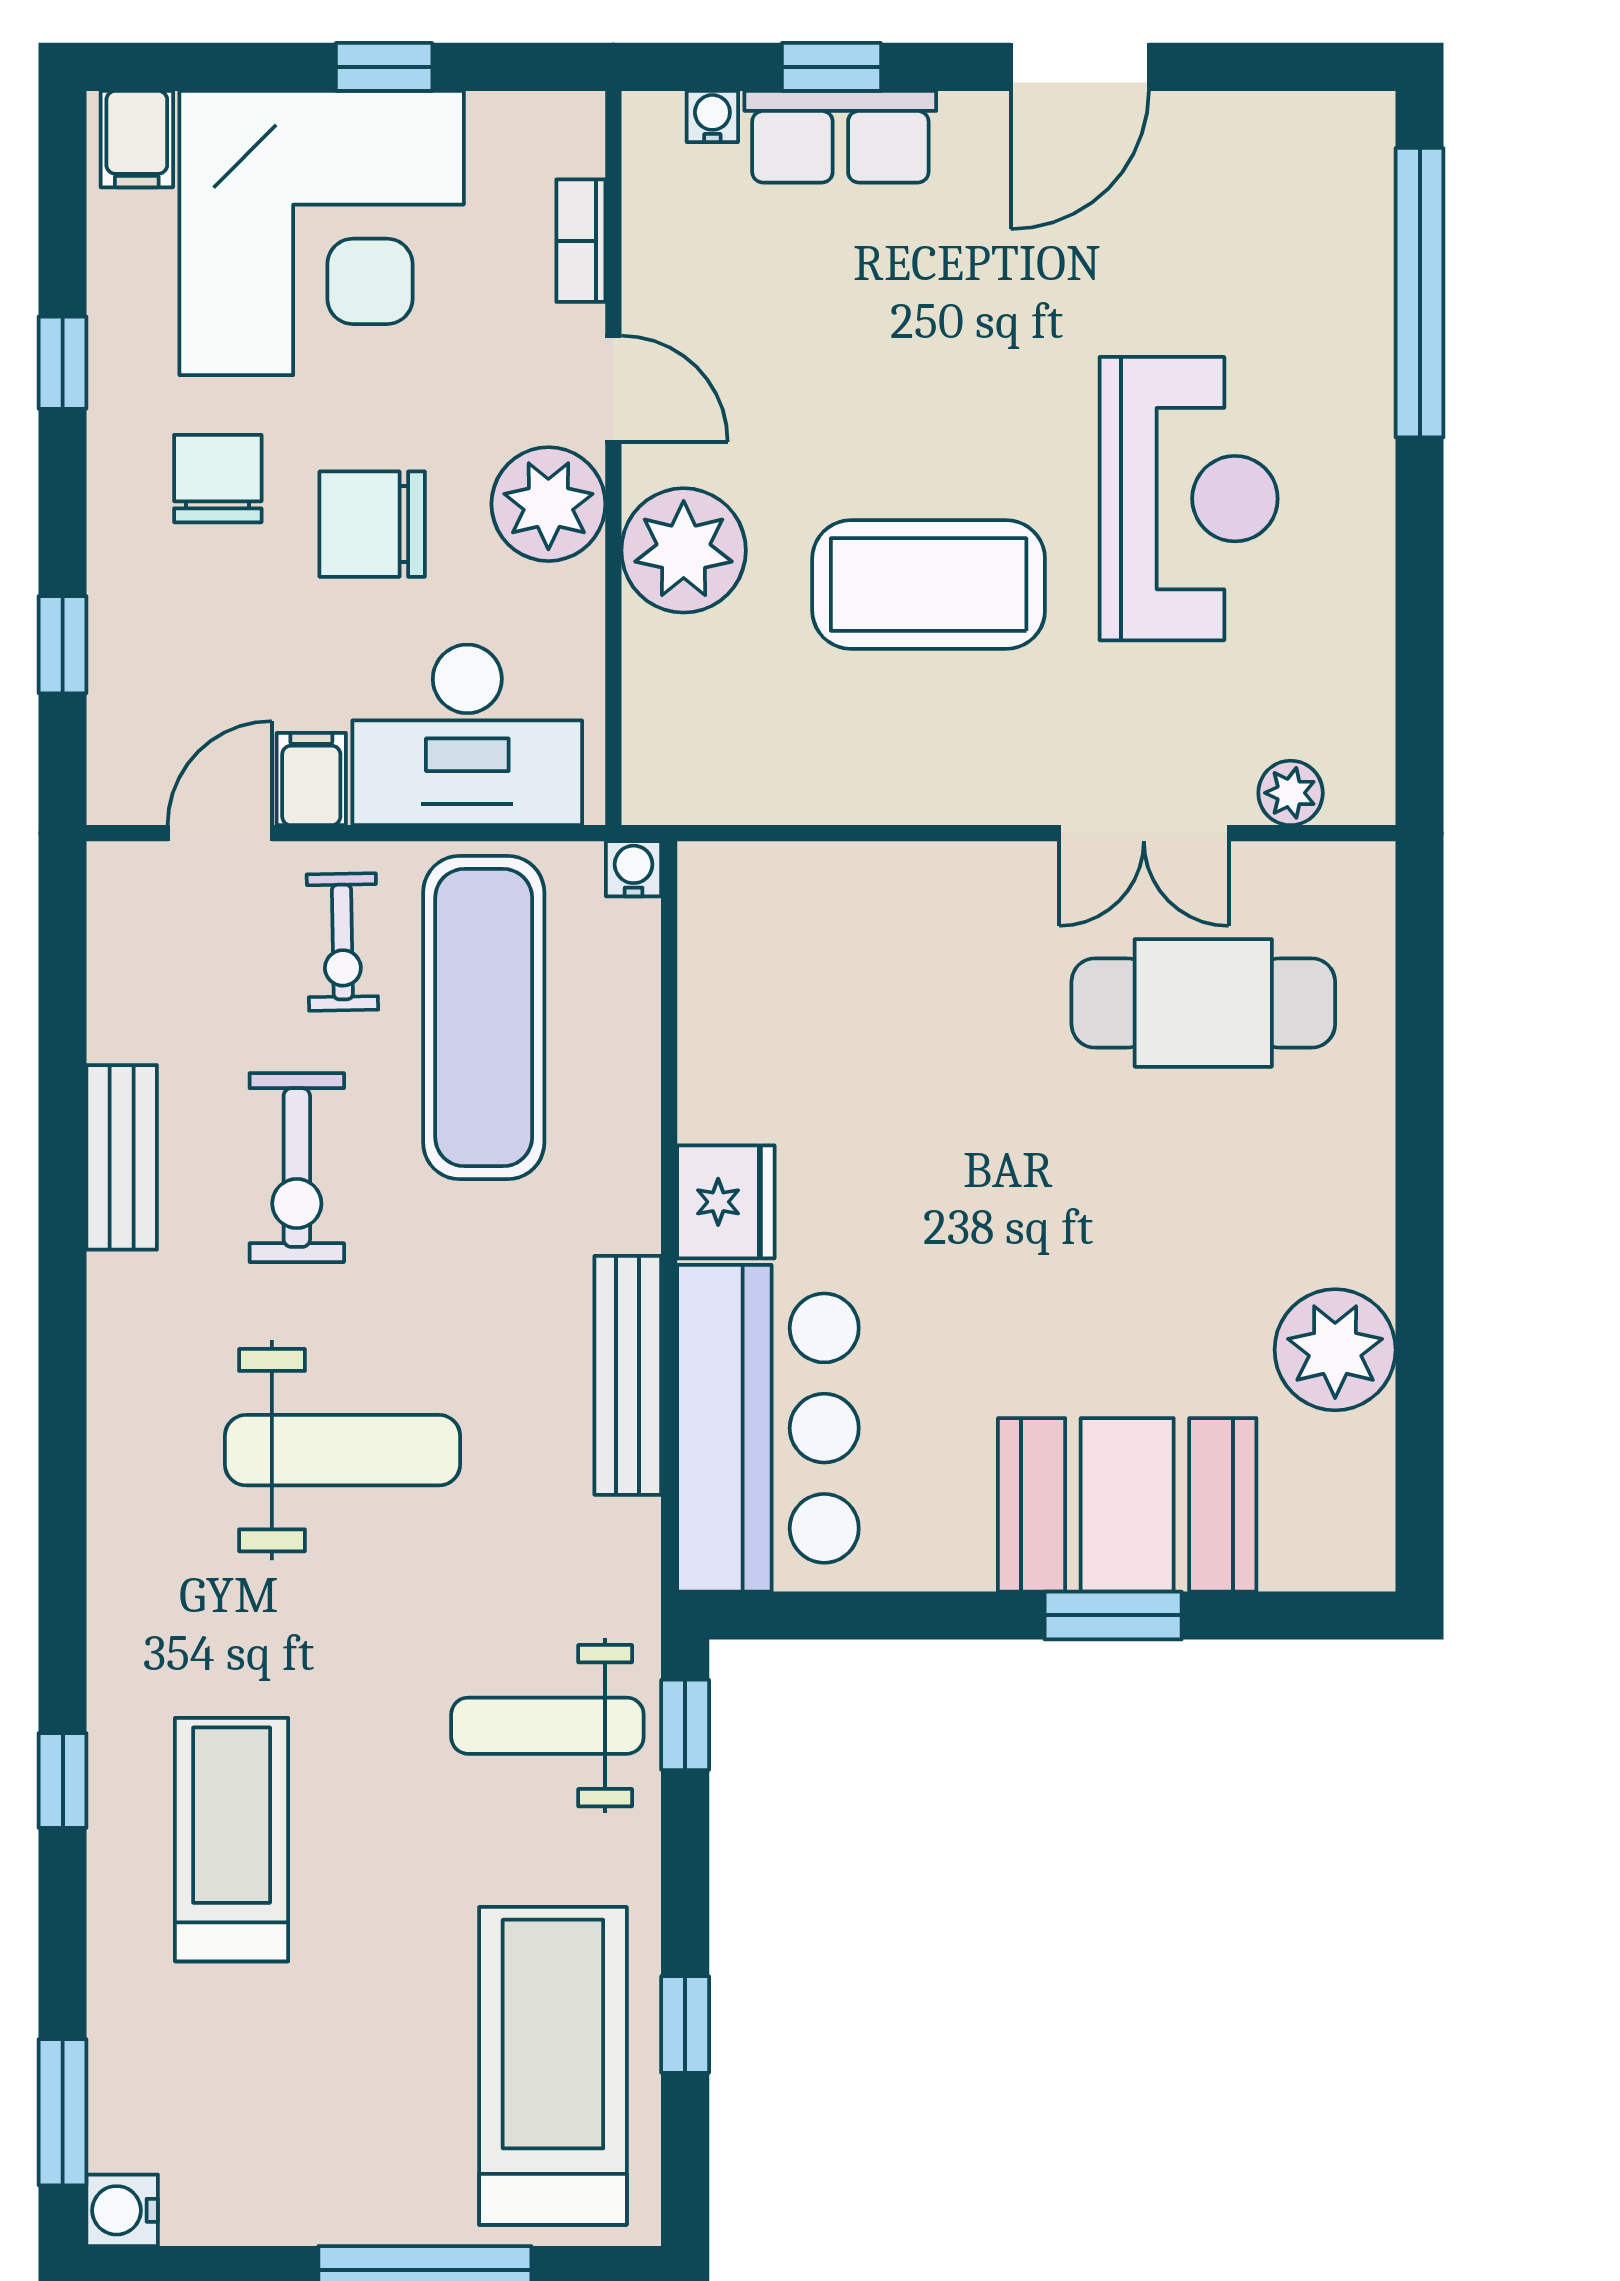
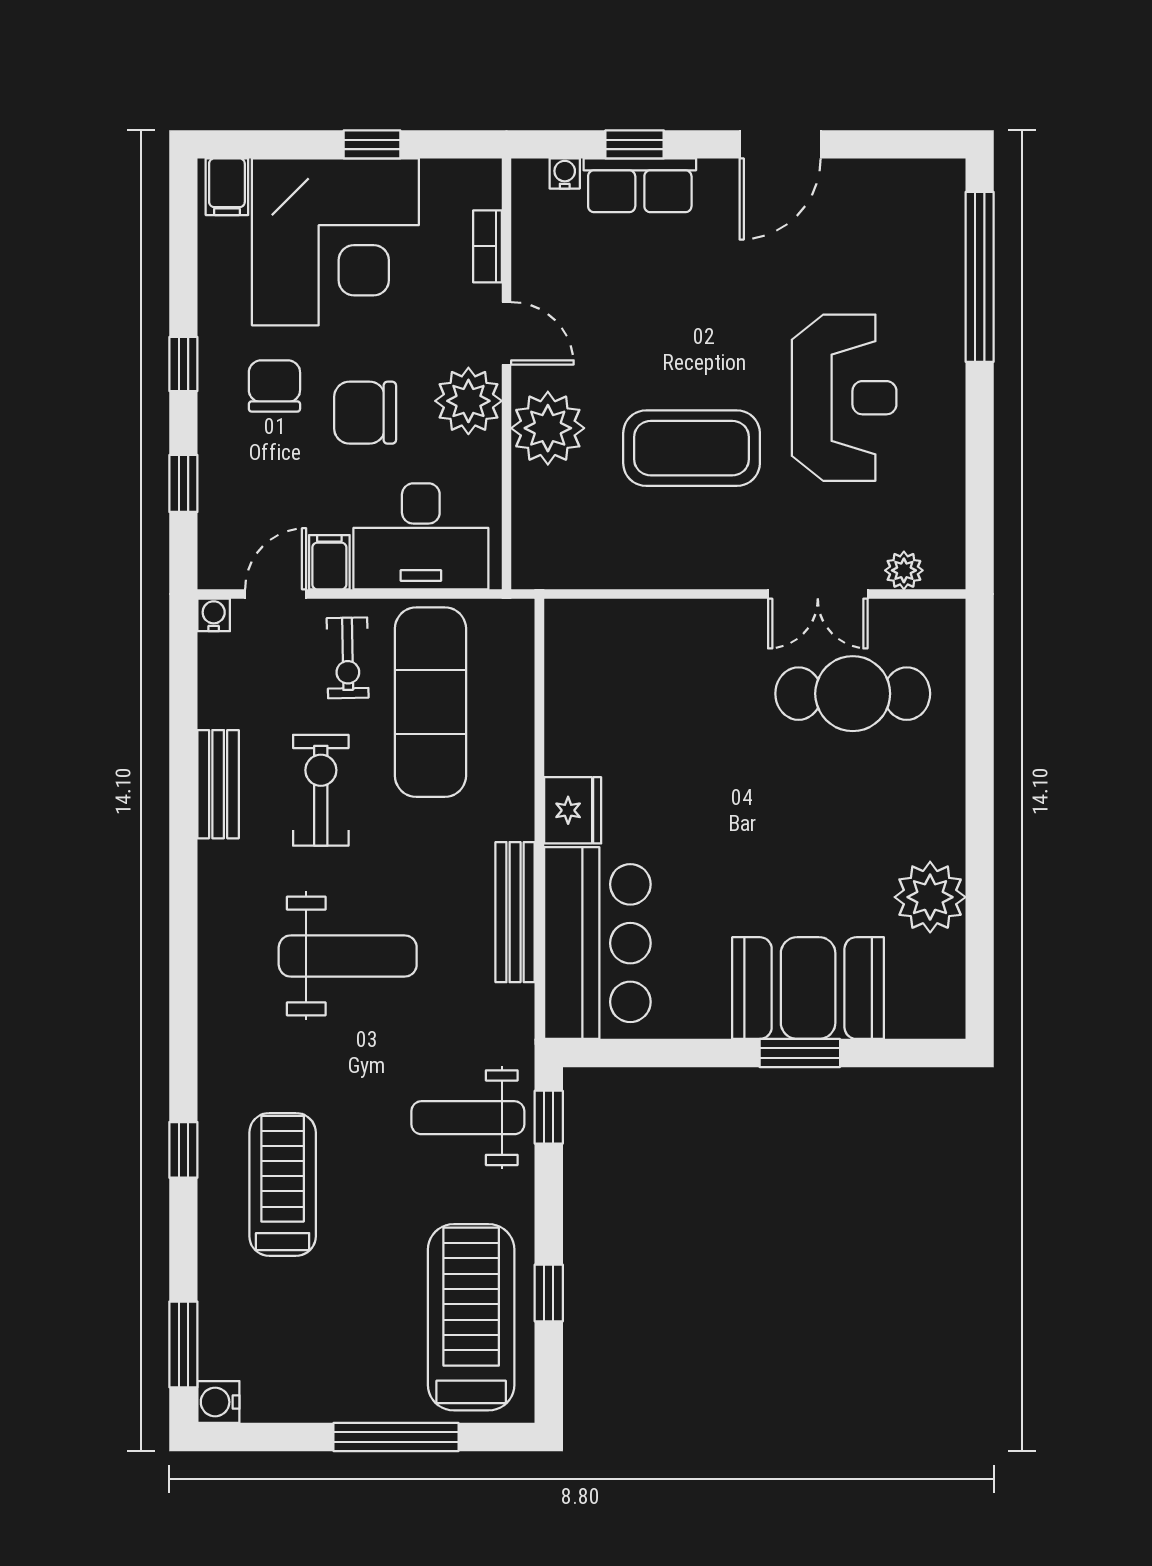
window: (63, 363) -> (183, 364), moved
water cooler: (634, 869) -> (214, 615), moved
exercise bike: (297, 1168) -> (321, 790), turned 180

